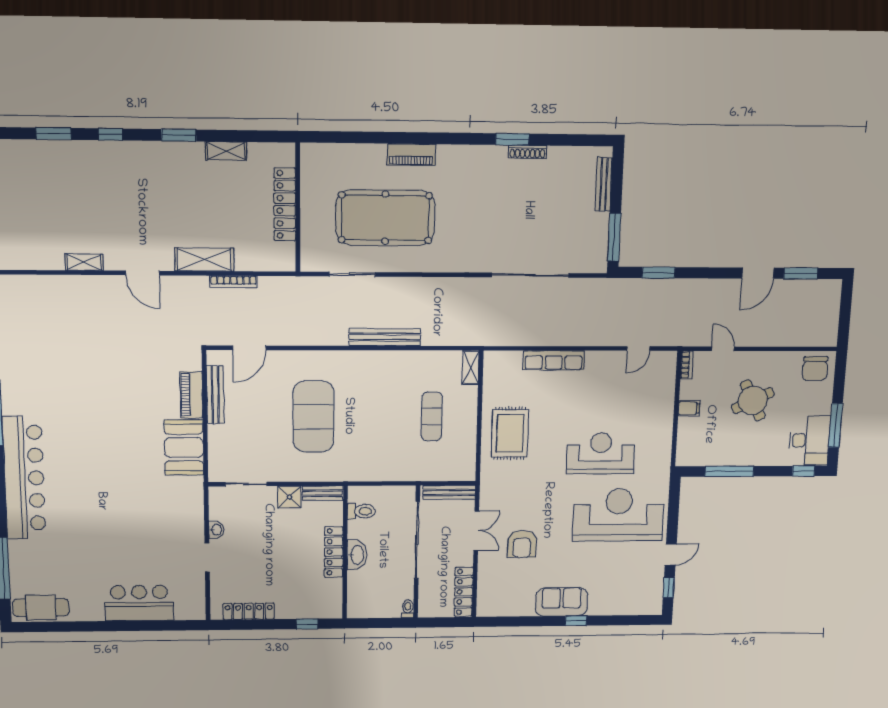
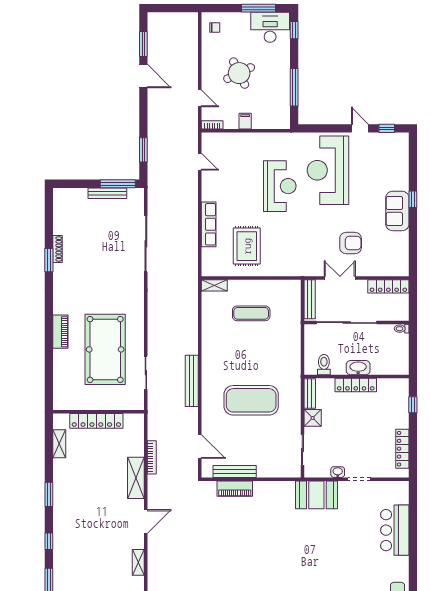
shelving: (226, 151) -> (59, 444), moved
bench: (604, 184) -> (107, 193), moved
bench: (385, 337) -> (192, 381), moved
door: (723, 349) -> (200, 98), swing flipped
chair: (815, 368) -> (215, 28), width x0.54, depth x0.54
rug: (510, 433) -> (247, 246), moved, turned 90
booth: (184, 447) -> (316, 495), moved
reception desk: (601, 453) -> (280, 186), turned 180

